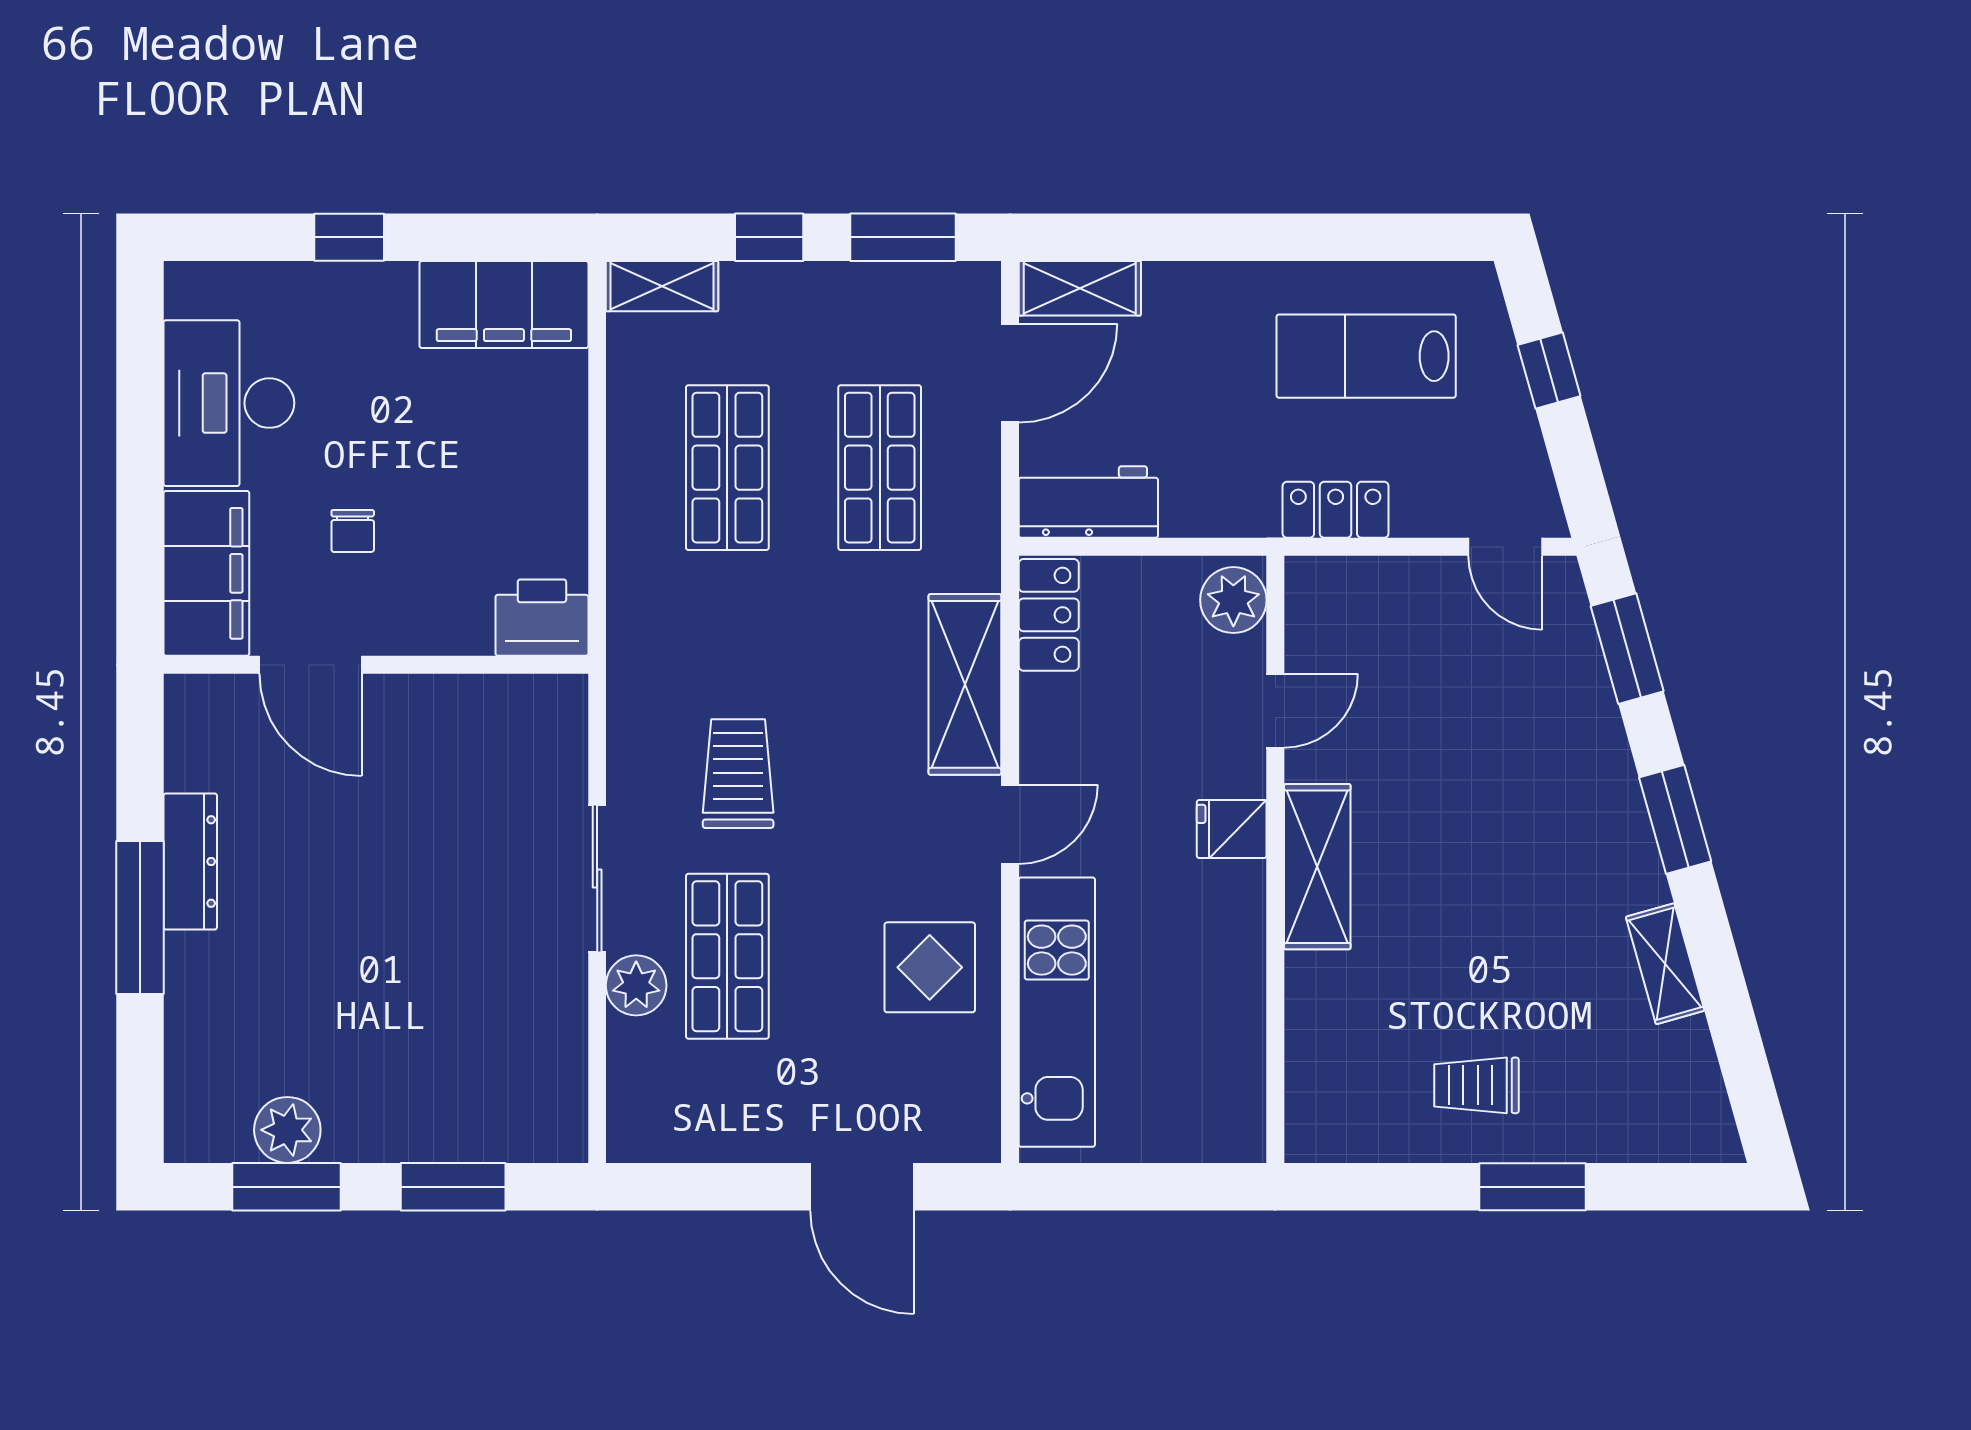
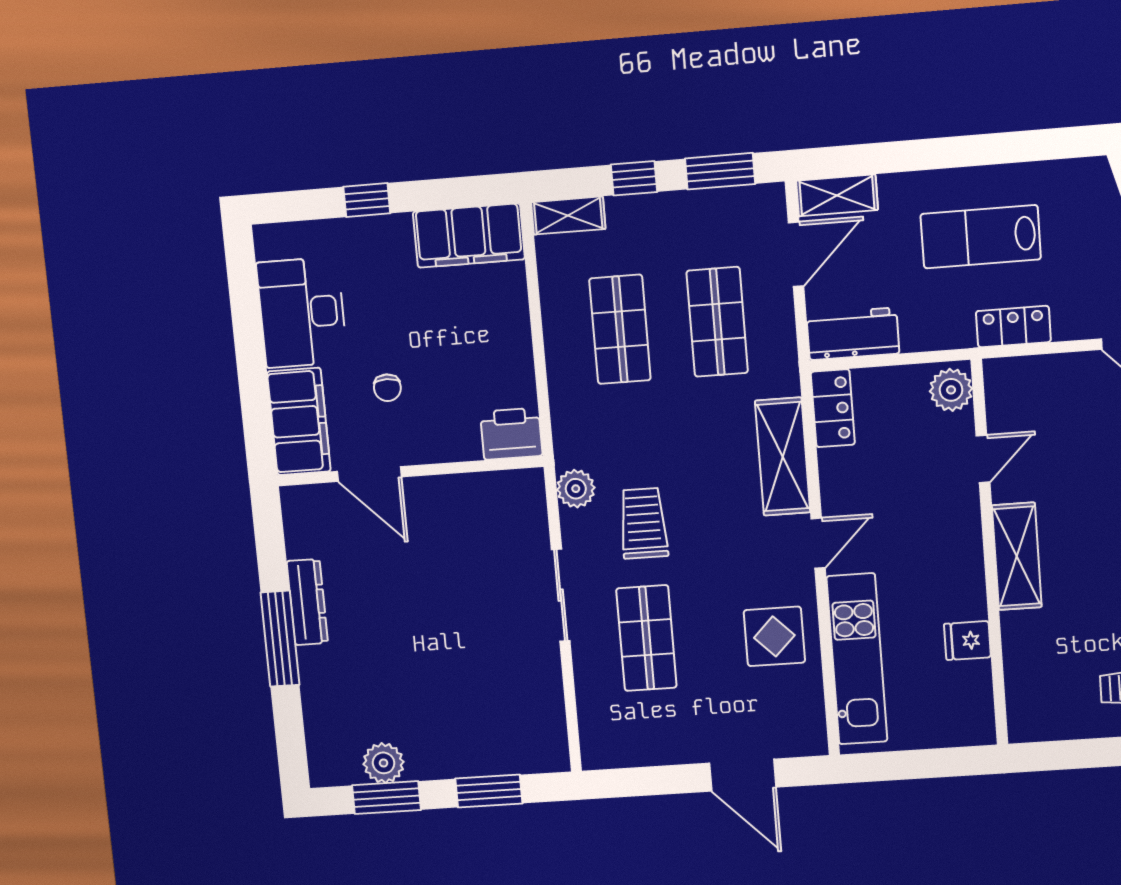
lab bench: (1366, 356) -> (981, 237), moved
fridge: (1232, 829) -> (967, 641), moved
plant: (636, 985) -> (576, 489), moved

